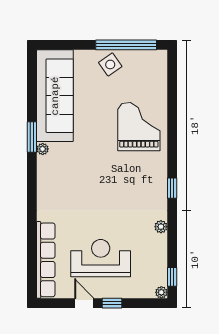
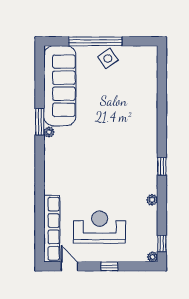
window: (126, 45) -> (95, 41), moved
grand piano: (139, 127) -> (133, 113), removed
door: (84, 303) -> (69, 266), moved

